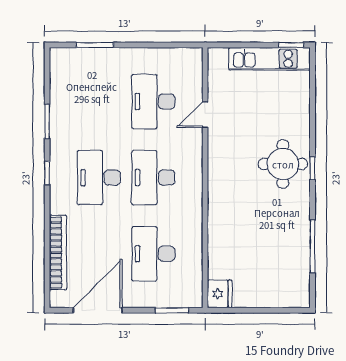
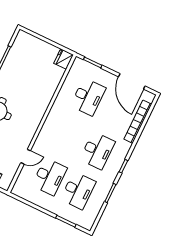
desk: (153, 178) -> (78, 191), moved
door: (98, 310) -> (132, 81), hinge flipped

